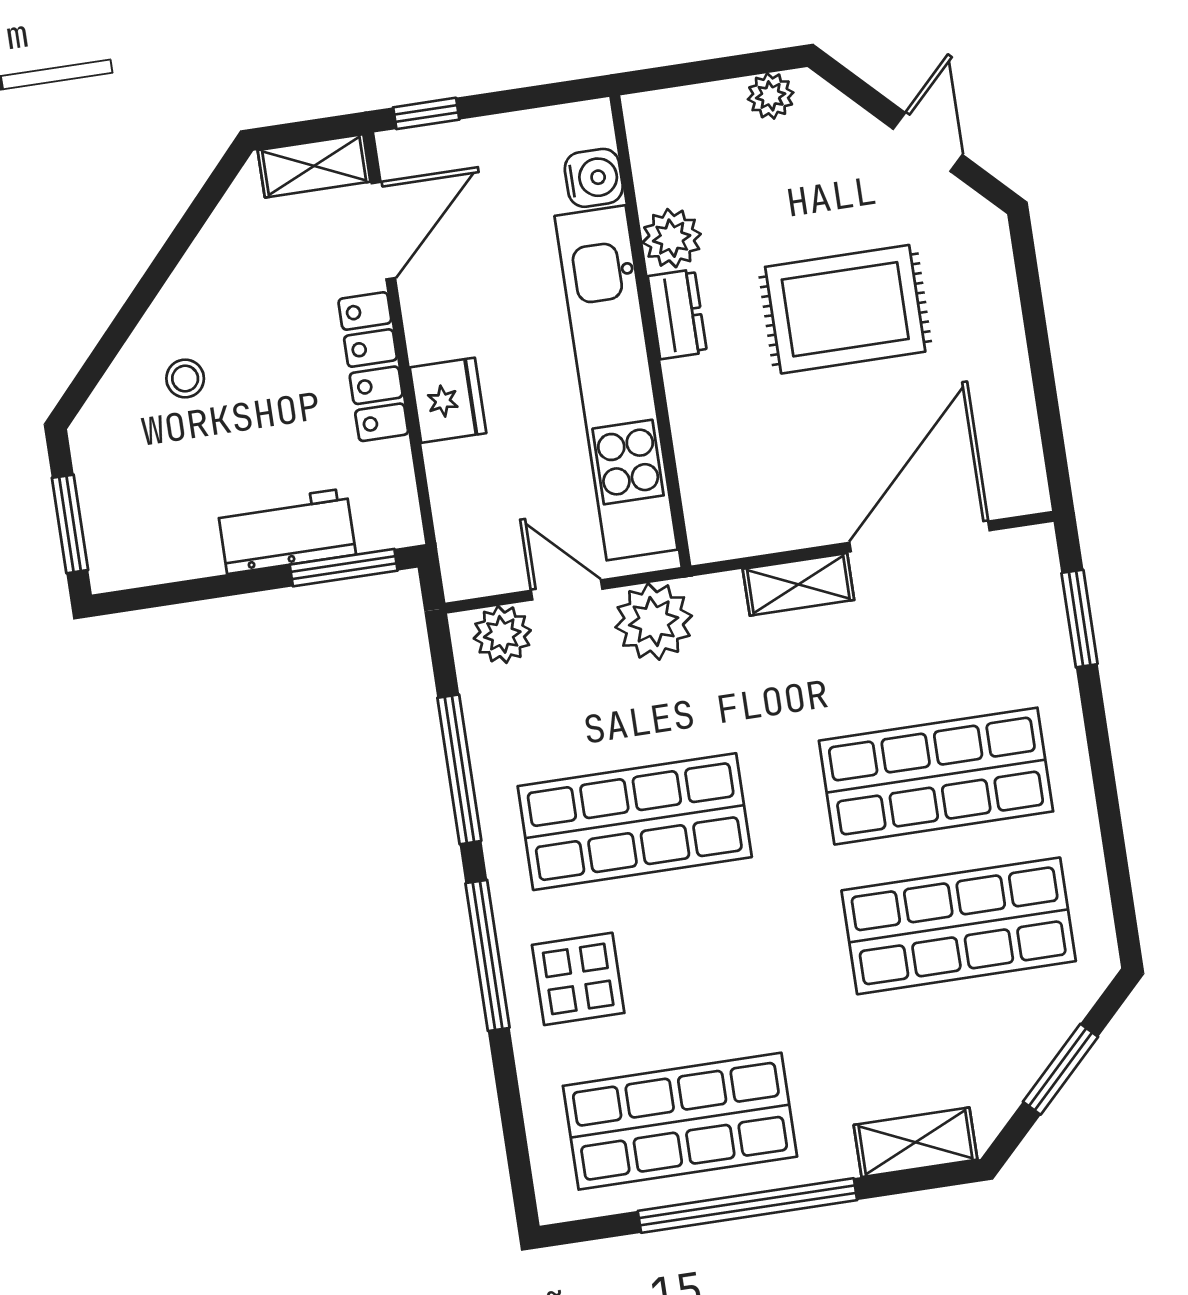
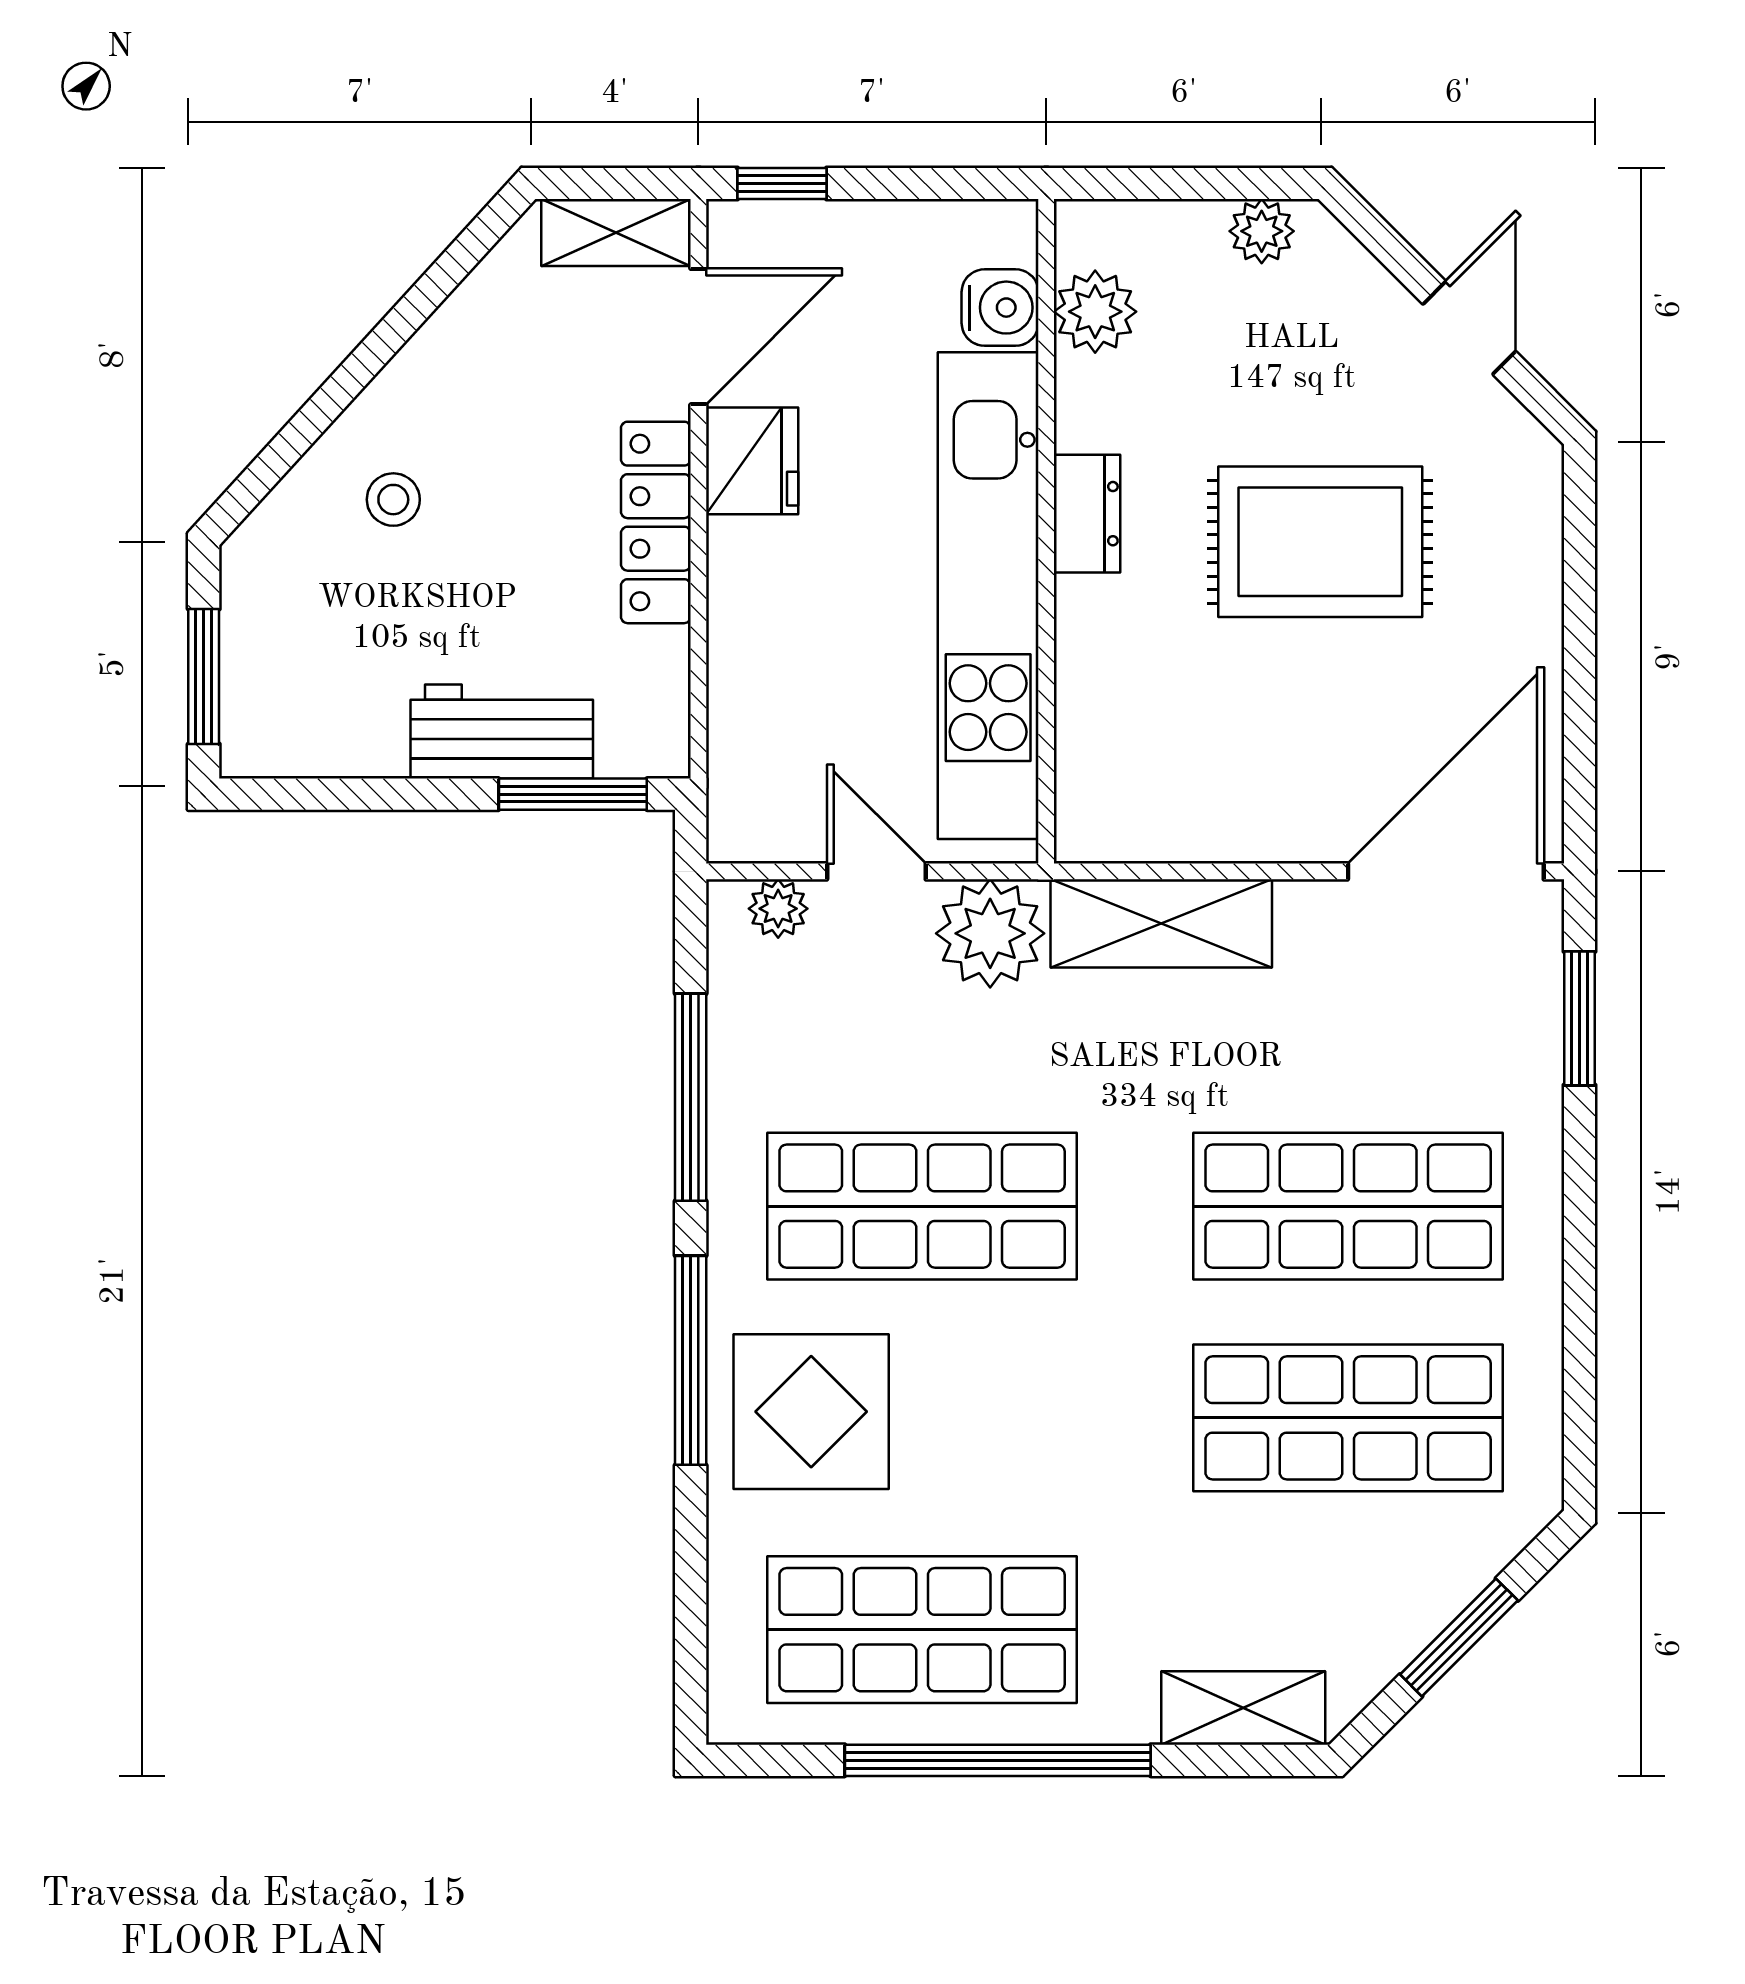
plant: (672, 238) -> (1095, 312), moved
fridge: (448, 400) -> (752, 461), moved
door: (920, 536) -> (1446, 871), moved
shelving: (798, 584) -> (1161, 923), width x1.50, depth x1.33
plant: (502, 634) -> (778, 909), width x0.73, depth x0.73
display table: (578, 979) -> (811, 1412), width x1.36, depth x1.36

